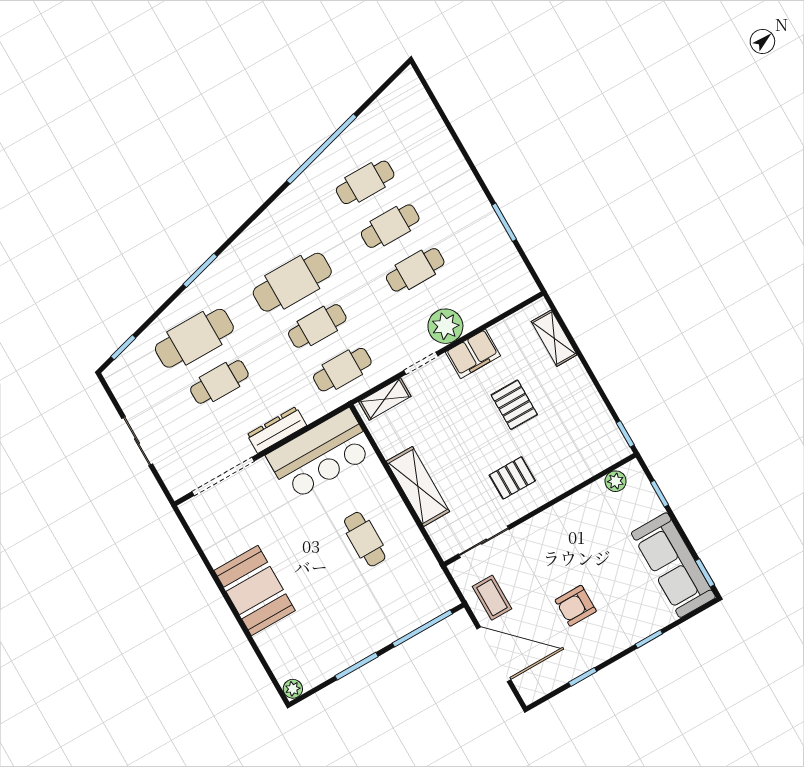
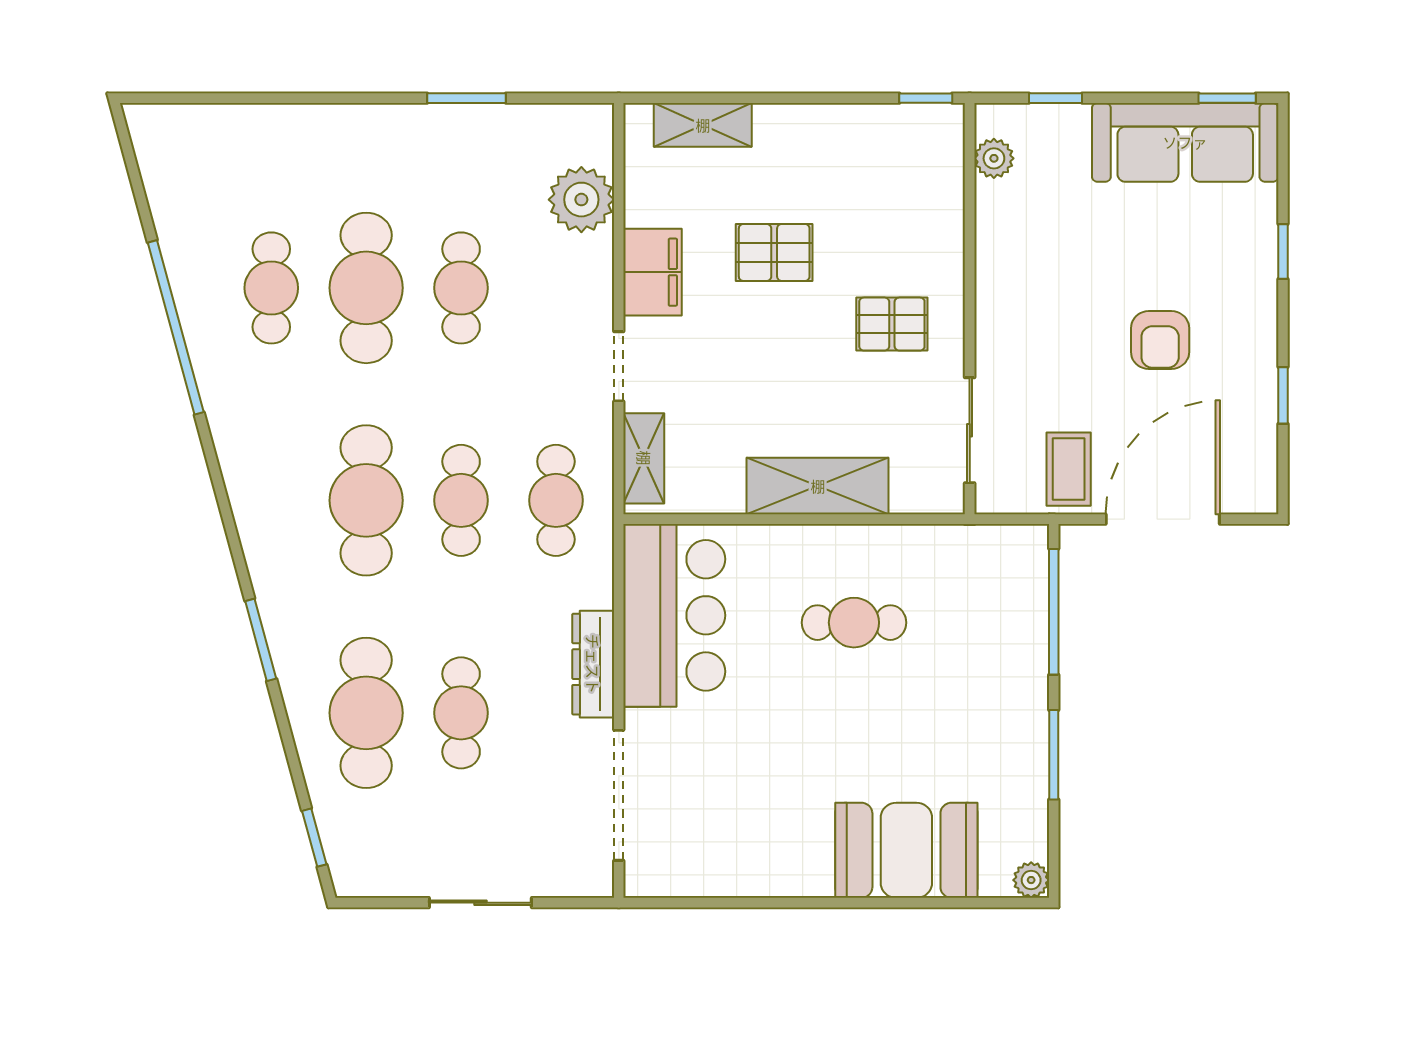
cafe table: (390, 226) -> (366, 288), width x1.37, depth x1.35
plant: (445, 326) -> (581, 200), moved
pallet: (512, 478) -> (892, 324), turned 90
booth: (255, 590) -> (906, 850), moved
coffee table: (492, 598) -> (1069, 469), turned 90

